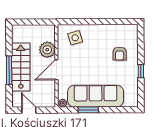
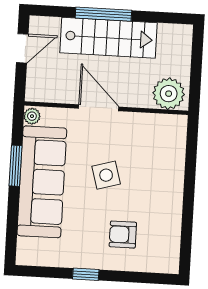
side table: (75, 38) -> (106, 175), moved
plant: (47, 50) -> (169, 94), moved

